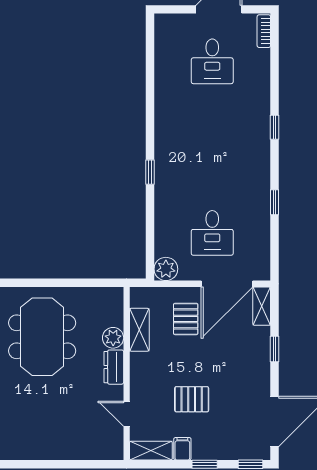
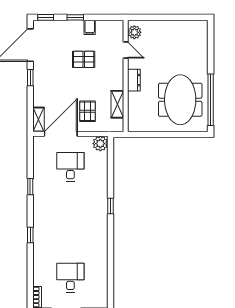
plant: (113, 338) -> (134, 32), moved
window: (274, 349) -> (30, 78), moved
shelving: (151, 451) -> (110, 26), removed

